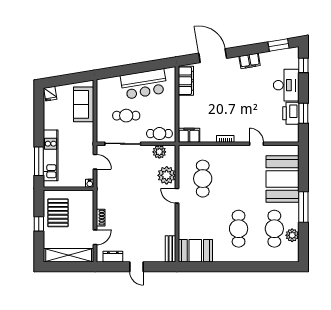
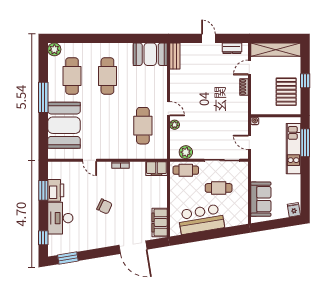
filing cabinet: (250, 61) -> (96, 242), removed
chair: (241, 97) -> (104, 206), added
plant: (167, 175) -> (175, 125), width x0.53, depth x0.53
plant: (292, 235) -> (54, 49), moved

